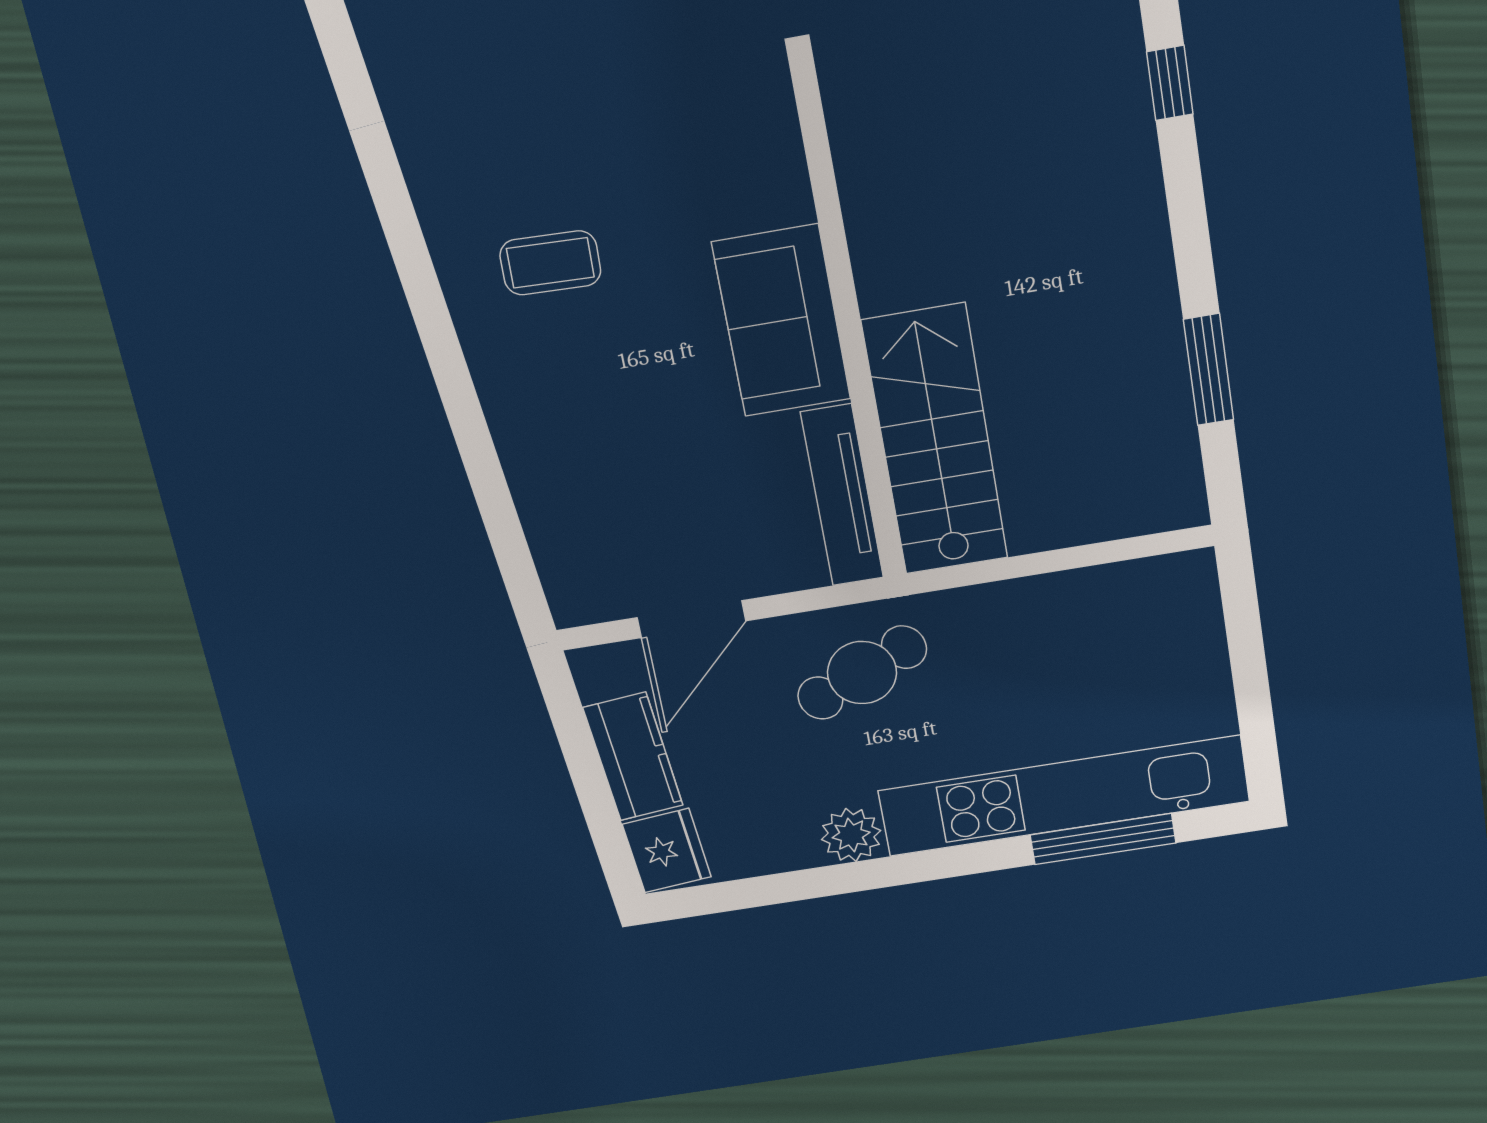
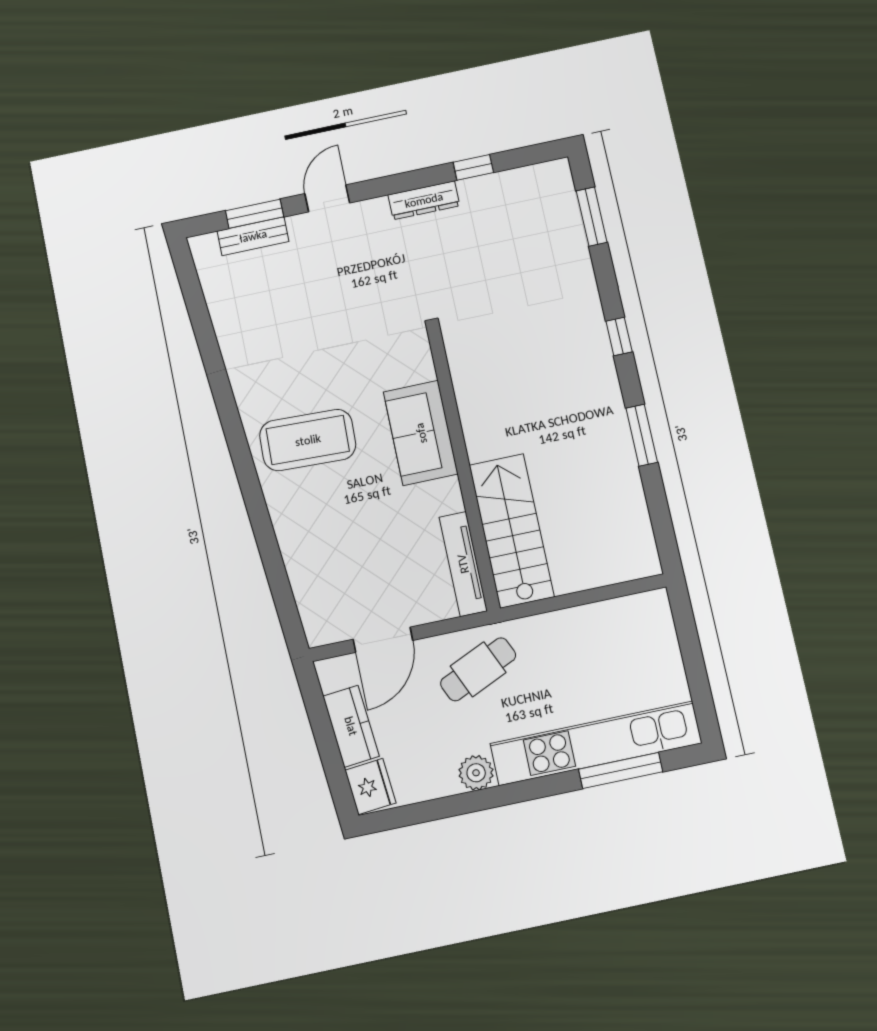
coffee table: (550, 263) -> (308, 440), width x1.86, depth x1.72
sofa: (781, 321) -> (421, 433), moved
window: (1209, 370) -> (642, 435), moved

